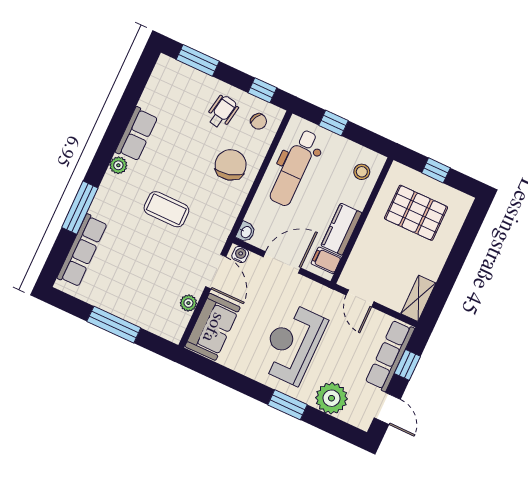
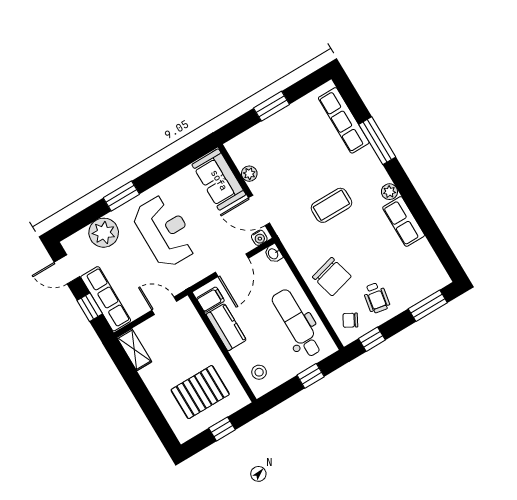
window: (114, 325) -> (271, 106), width x0.69

